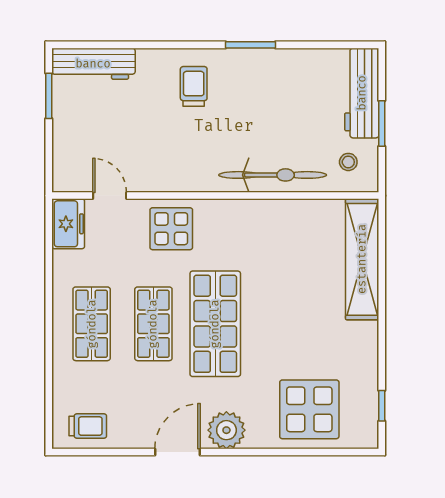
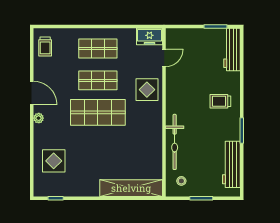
trolley: (194, 86) -> (220, 101), turned 180
workbench: (362, 93) -> (231, 164), moved, turned -90
display table: (309, 409) -> (54, 161), width x0.73, depth x0.73
plant: (226, 430) -> (39, 118), width x0.53, depth x0.53

